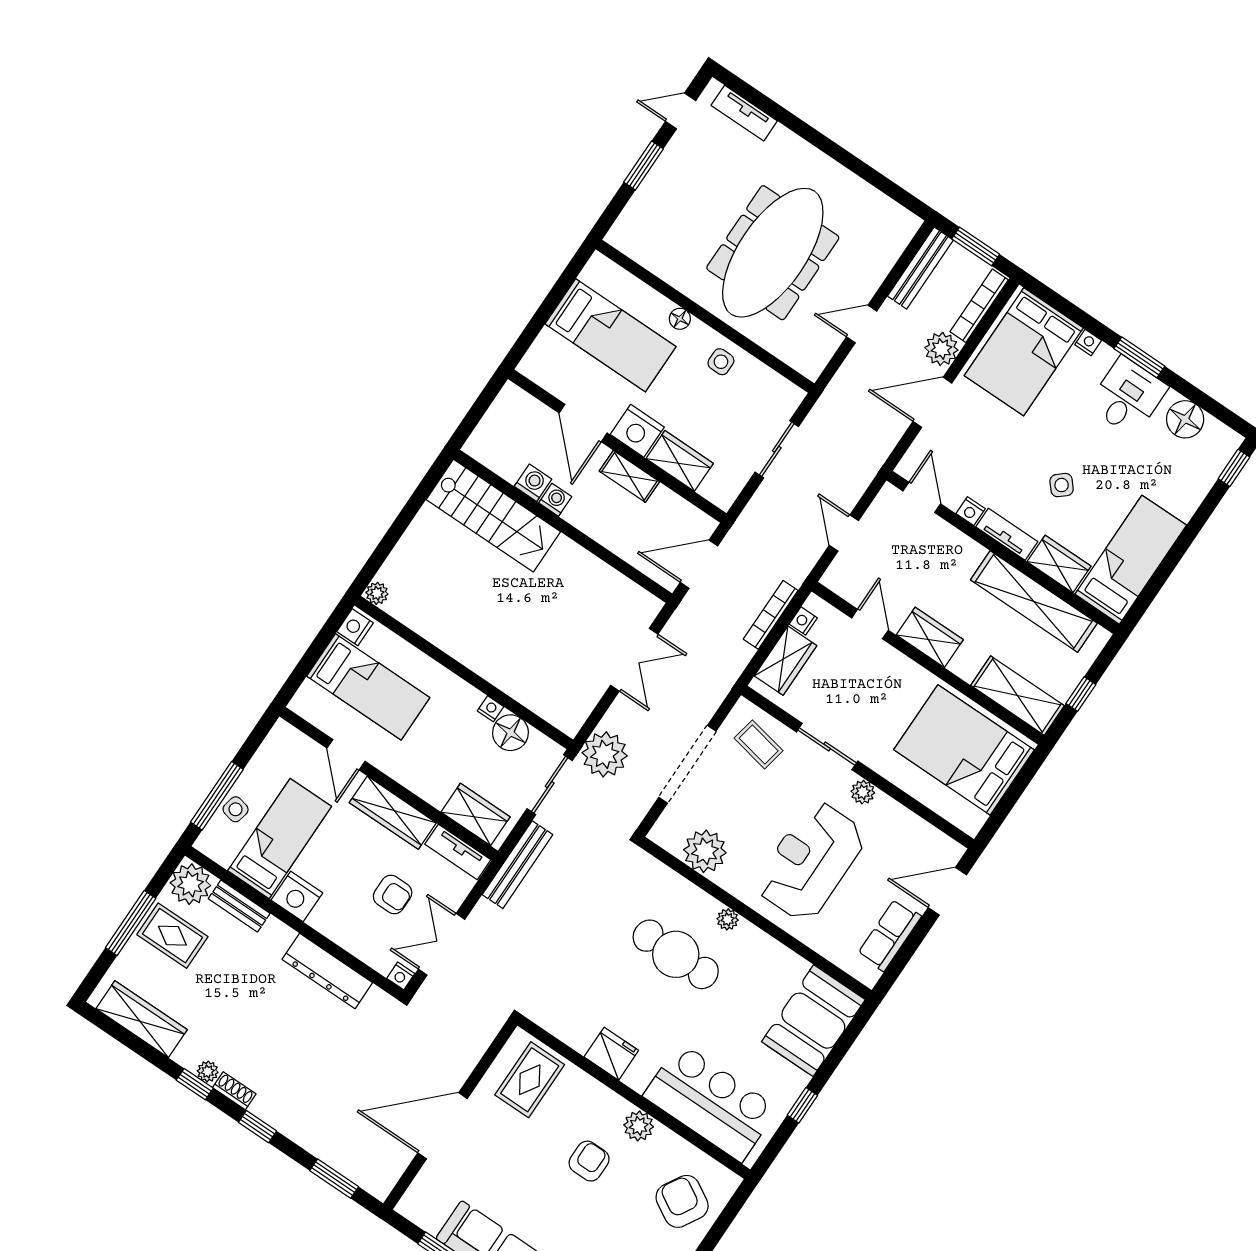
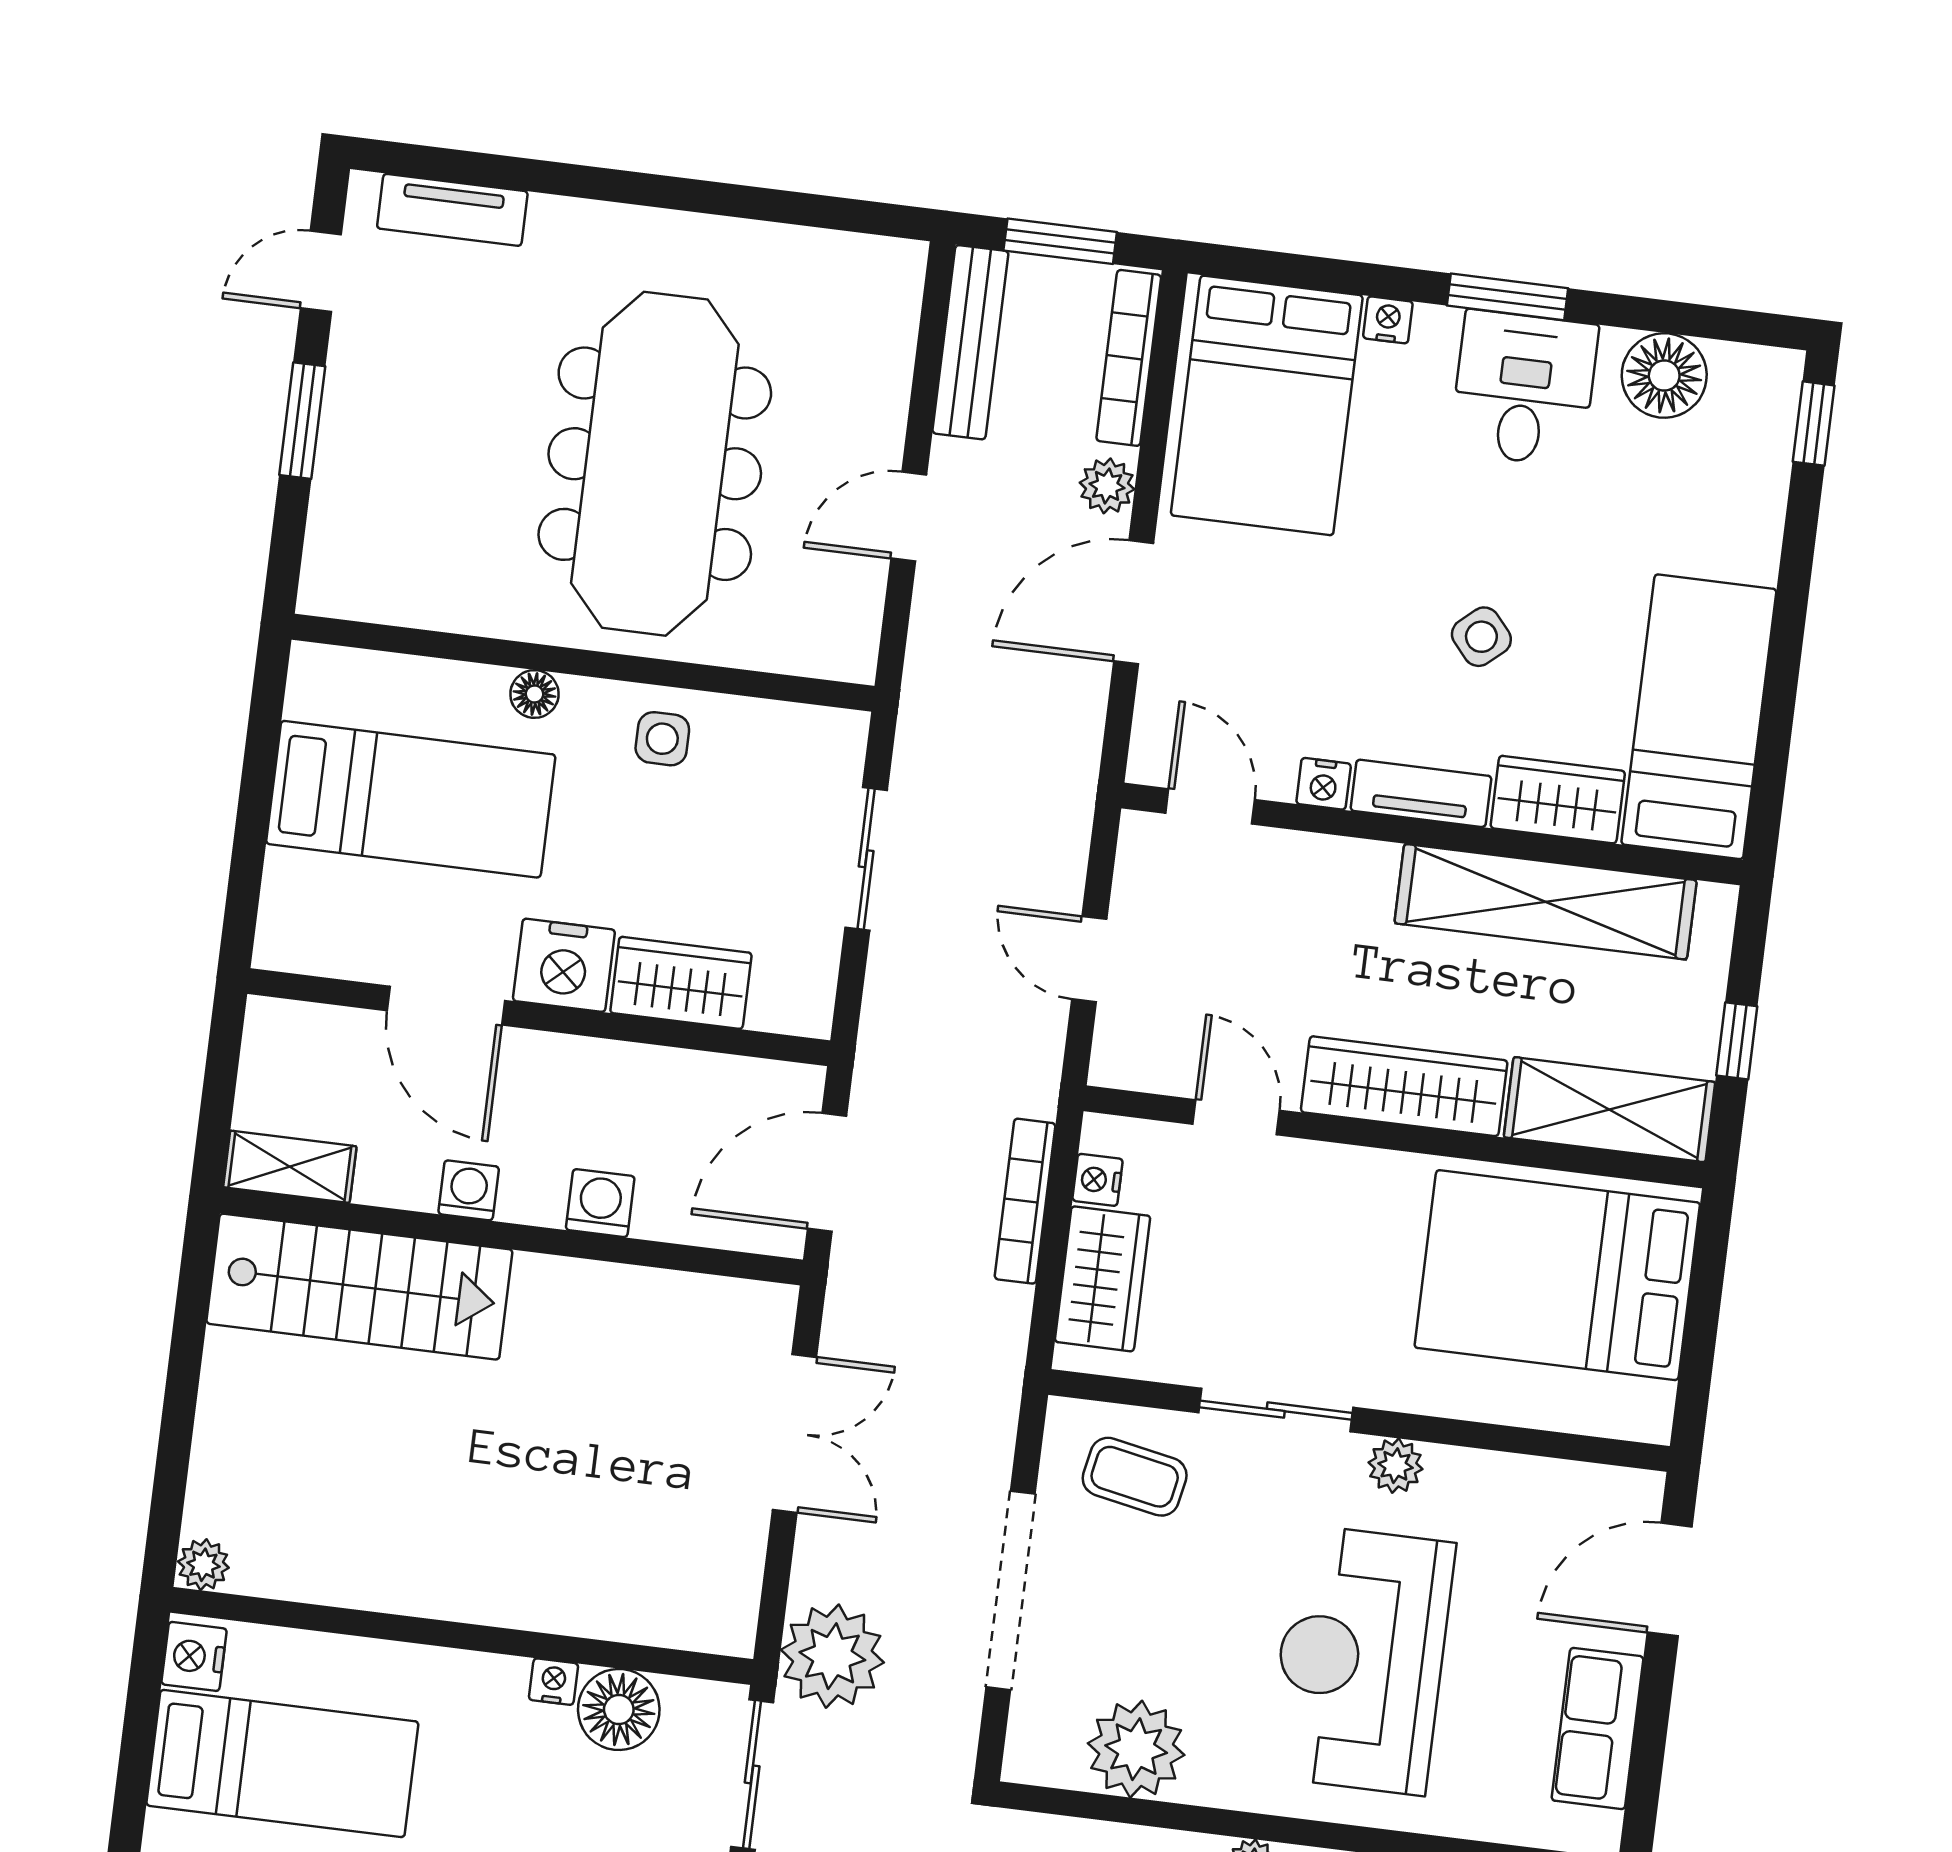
plant: (941, 349) -> (1107, 486), width x0.73, depth x0.73
shelving: (629, 476) -> (290, 1167), moved
washing machine: (533, 483) -> (600, 1203), moved
wardrobe: (930, 637) -> (1404, 1086), width x1.50

